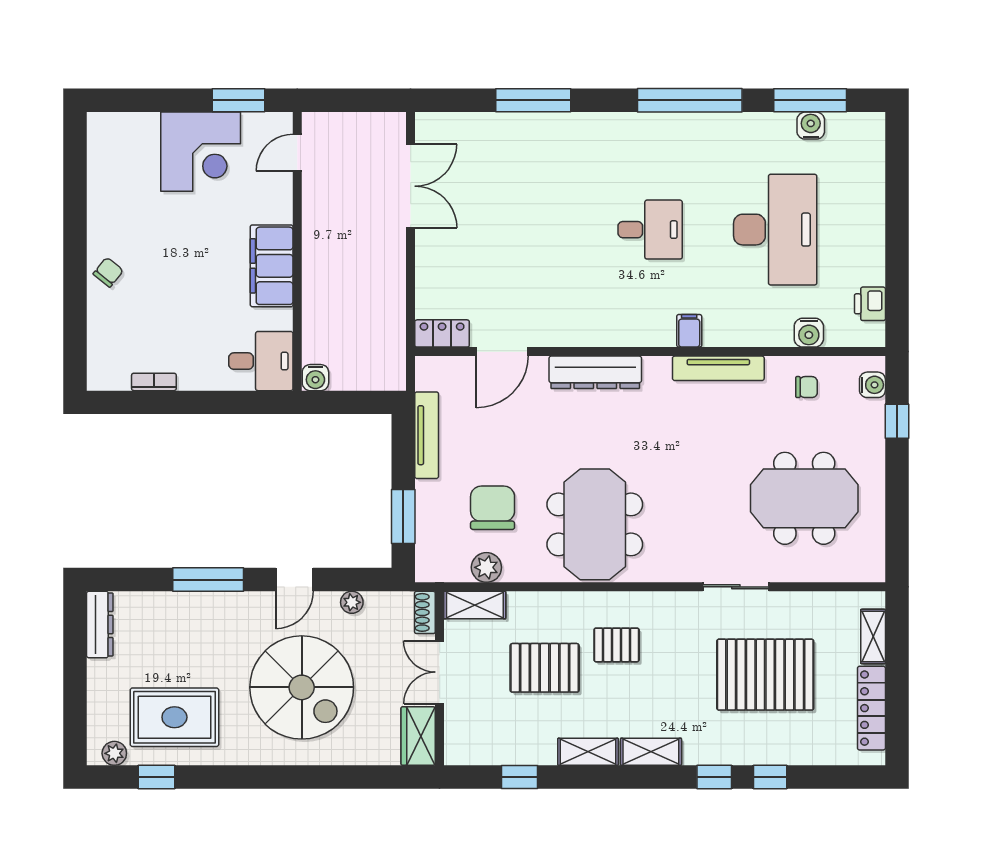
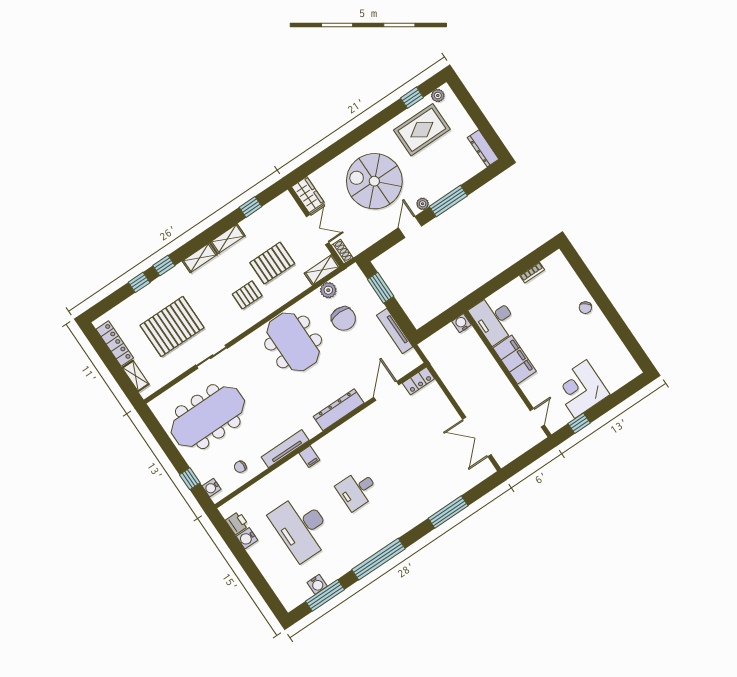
window: (238, 100) -> (579, 423), width x0.67
water cooler: (809, 333) -> (247, 538), moved, turned -90
desk: (261, 361) -> (494, 319), width x1.37
meeting table: (804, 498) -> (208, 417), width x1.36
plant: (352, 602) -> (423, 204), moved

